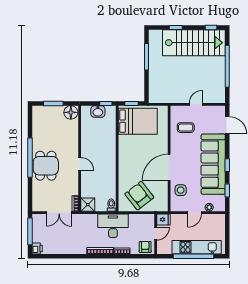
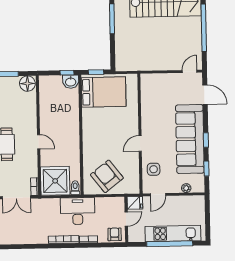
door: (196, 104) -> (190, 71), moved
washbasin: (98, 112) -> (71, 82), moved
coffee table: (186, 128) -> (158, 98), removed
door: (169, 167) -> (140, 143), width x0.53
shower: (88, 205) -> (55, 181), width x1.86, depth x1.86
door: (195, 213) -> (158, 195), moved

